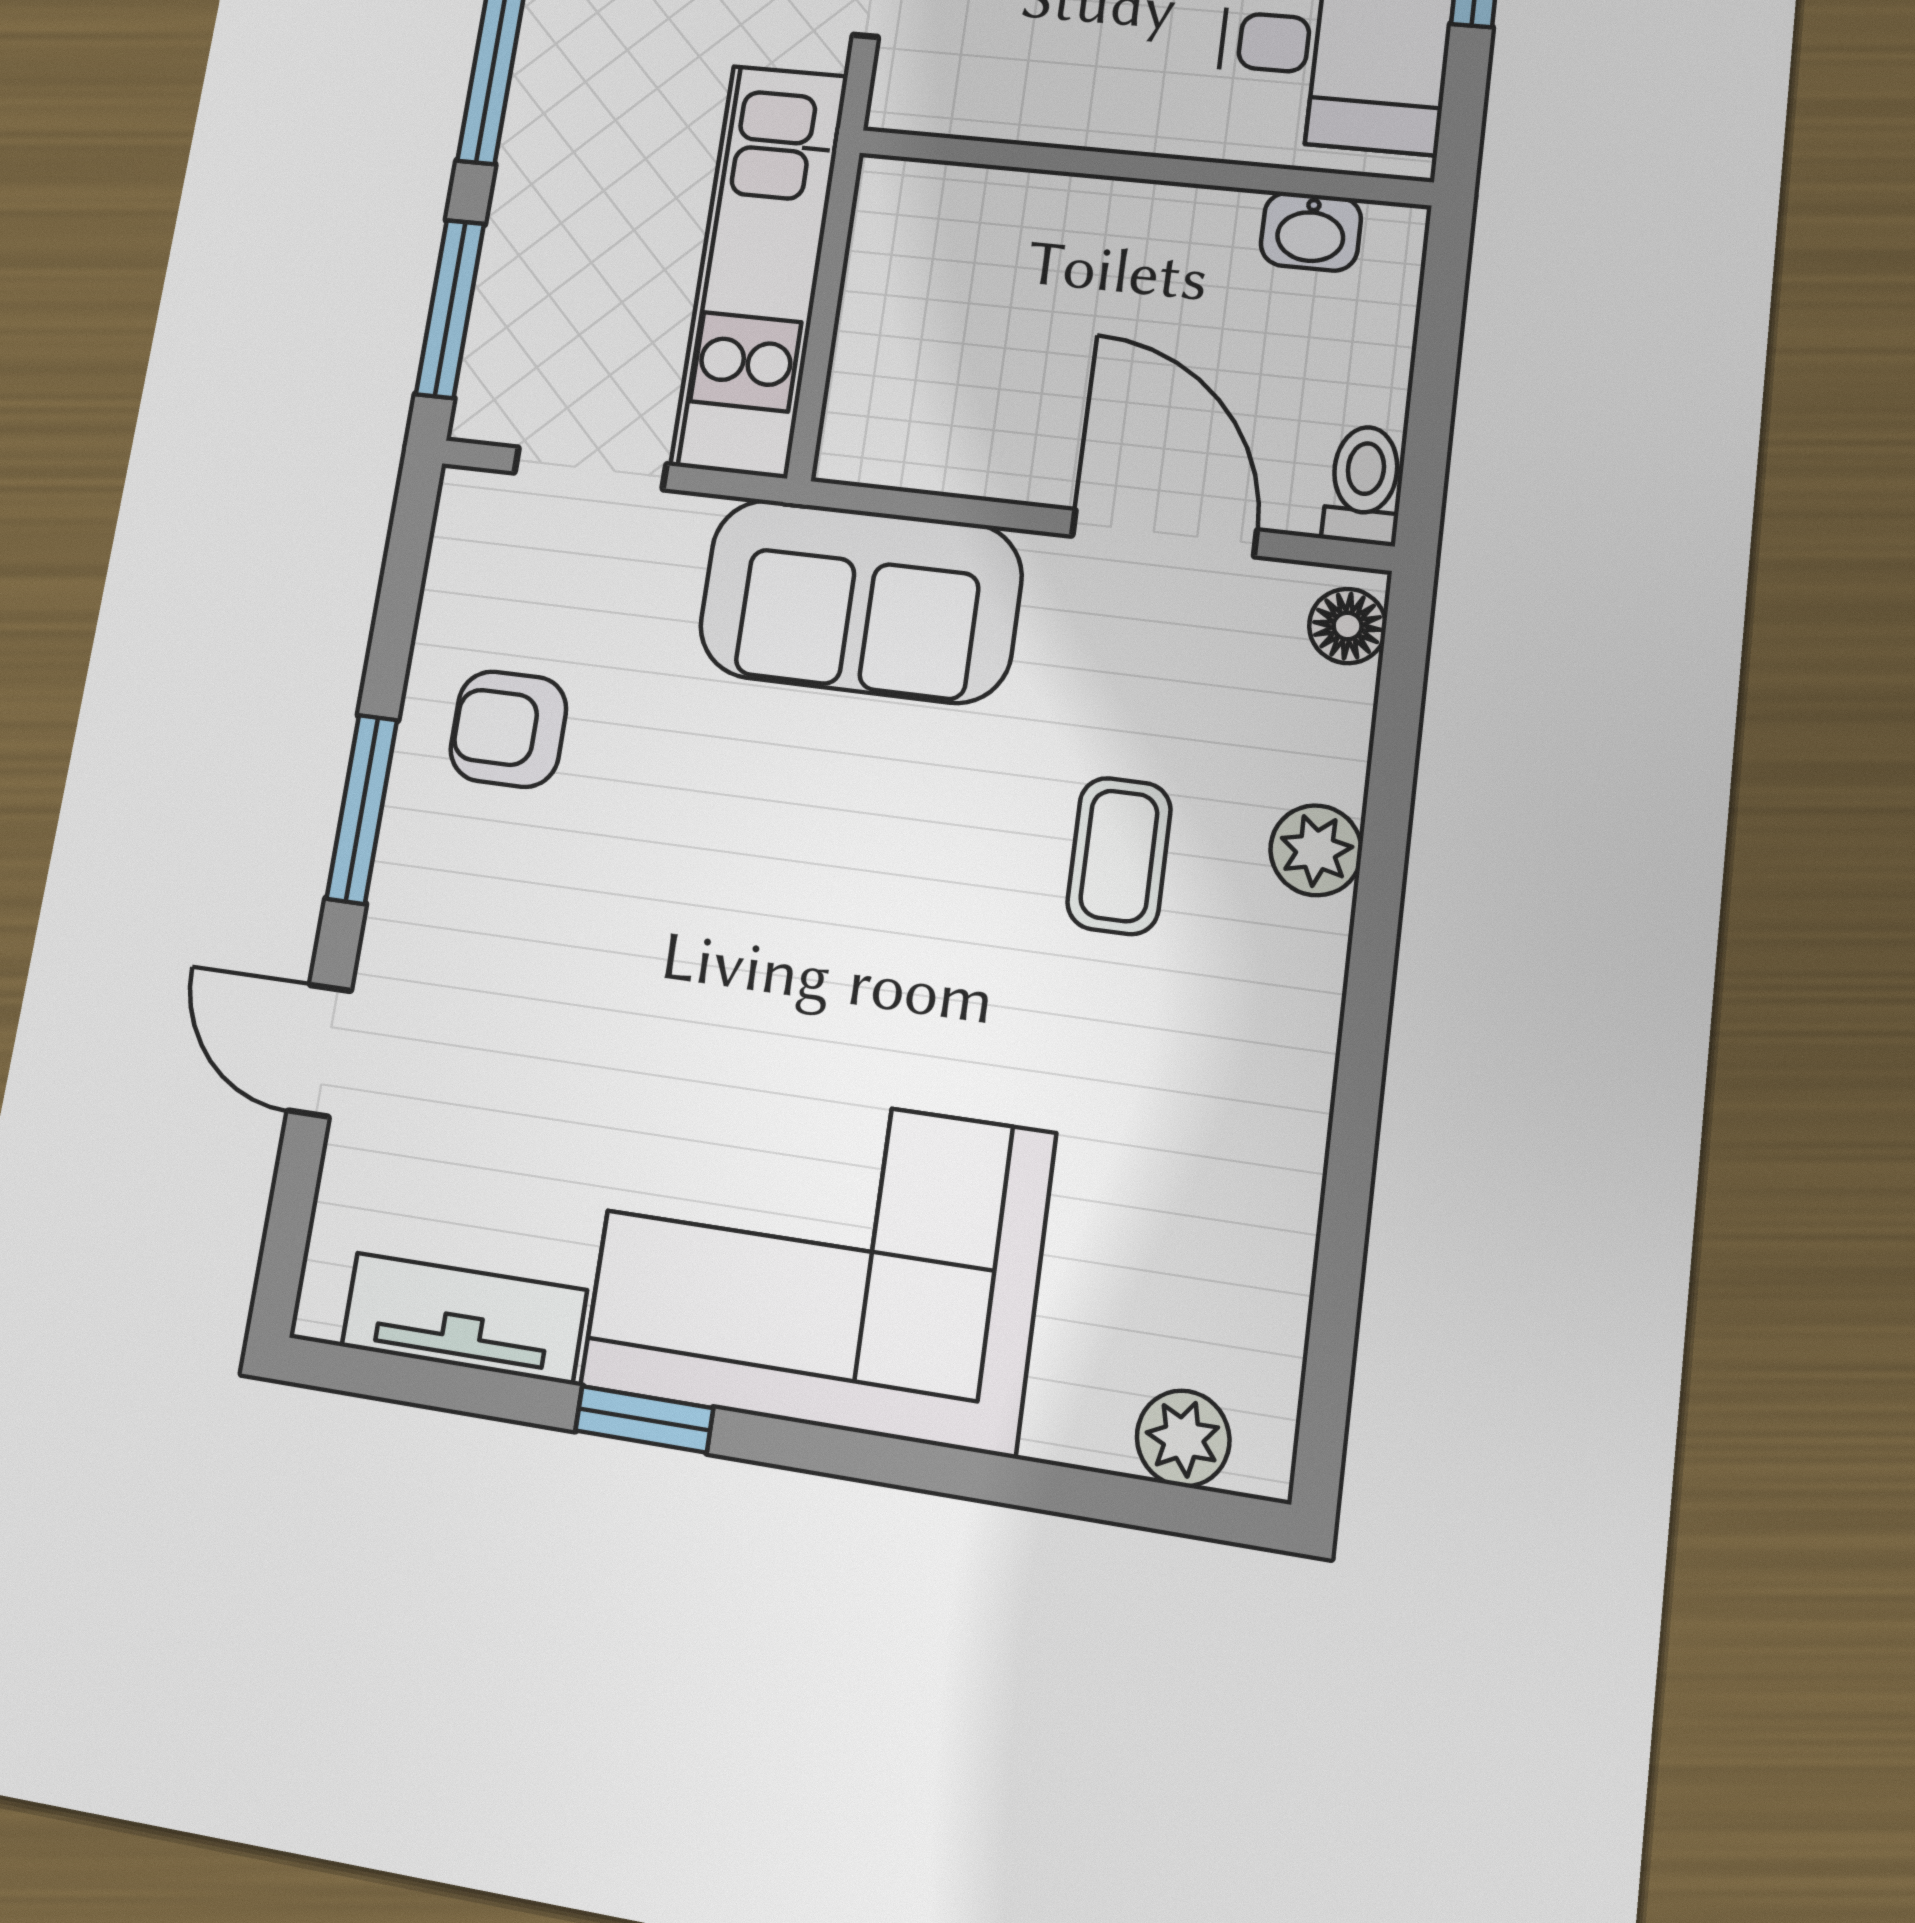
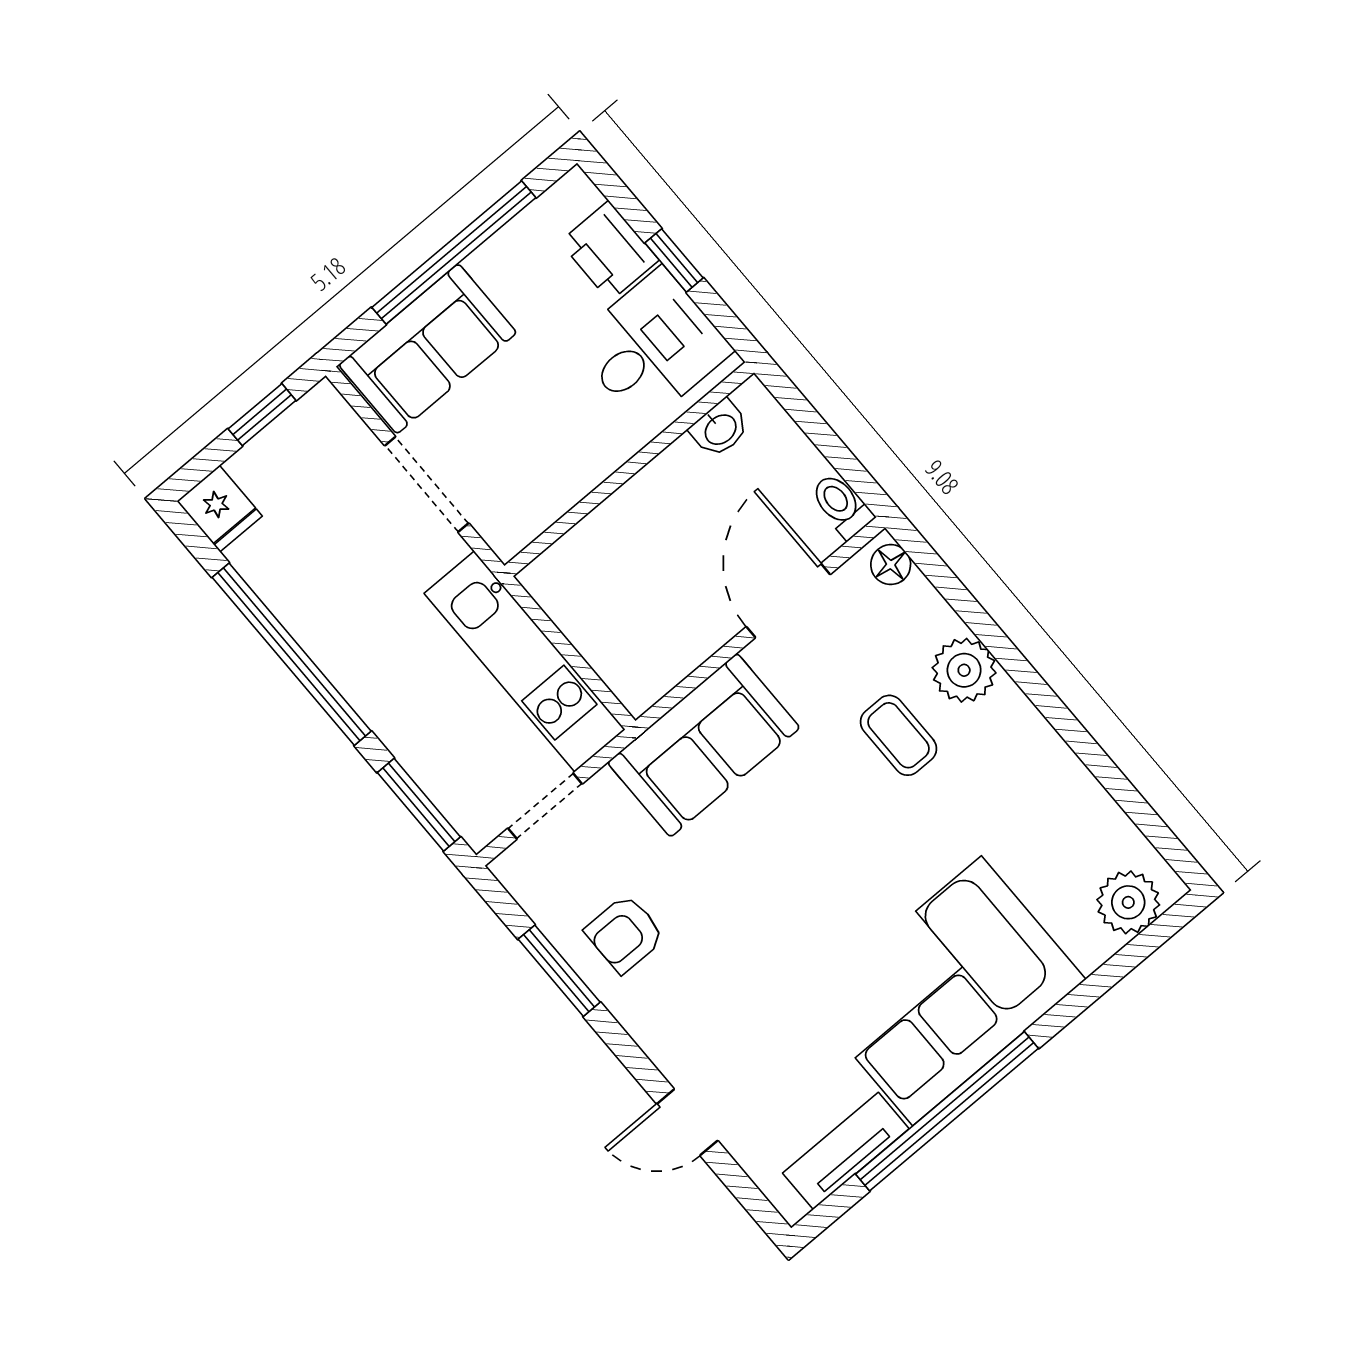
door: (1164, 533) -> (788, 601), hinge flipped
window: (362, 809) -> (559, 971), moved
plant: (1316, 850) -> (964, 670), width x1.38, depth x1.38
window: (644, 1419) -> (947, 1111), width x3.17
plant: (1183, 1438) -> (1128, 902), width x1.38, depth x1.38

